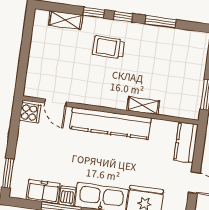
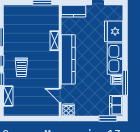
door: (56, 103) -> (60, 95), swing flipped
freezer: (43, 192) -> (116, 105), moved

